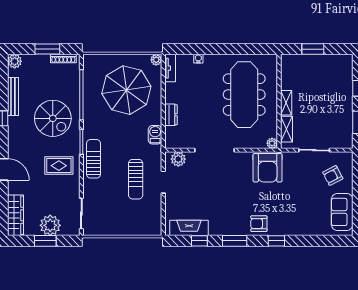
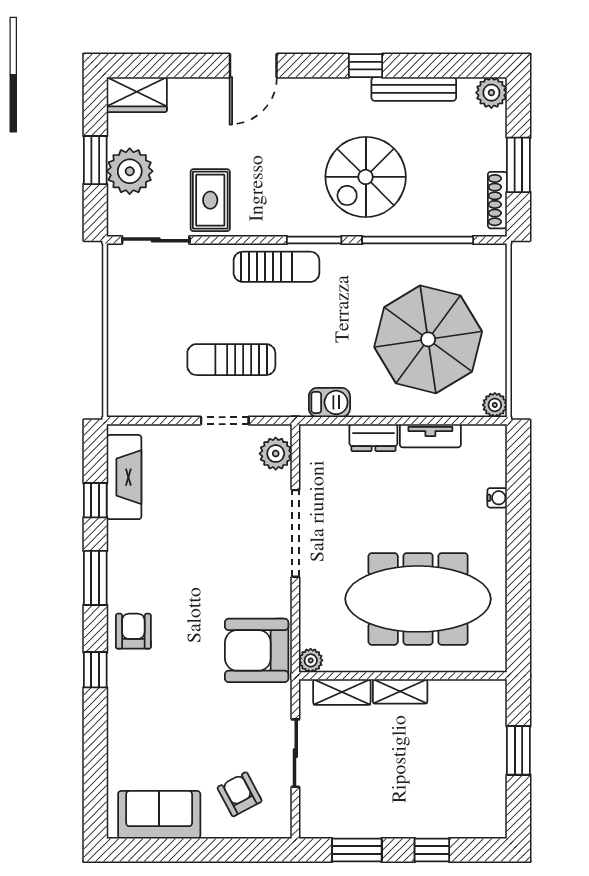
tv unit: (170, 68) -> (430, 436), moved
rug: (59, 166) -> (210, 200), moved
wardrobe: (15, 215) -> (137, 95), width x0.67

